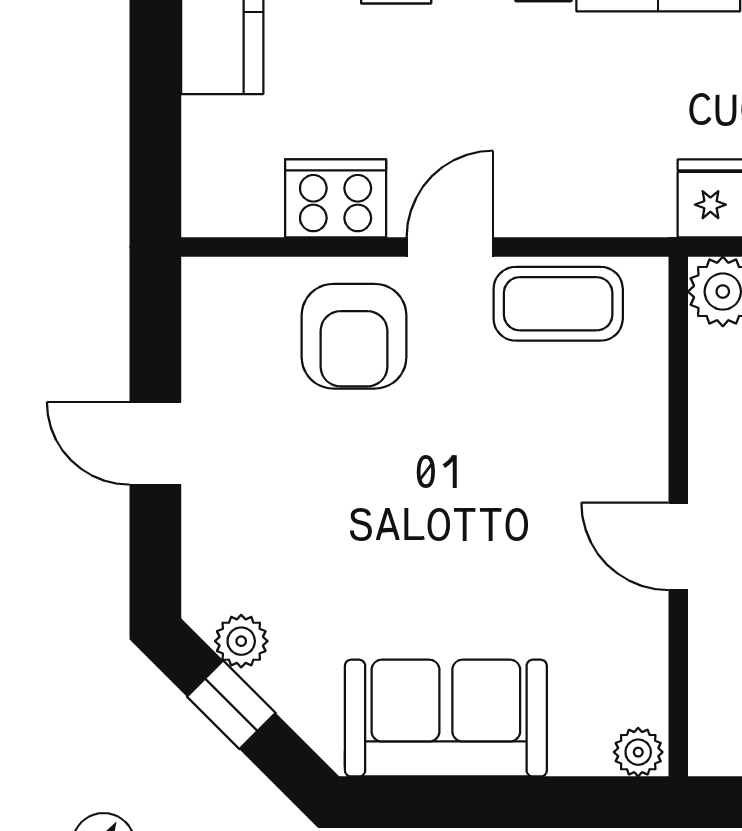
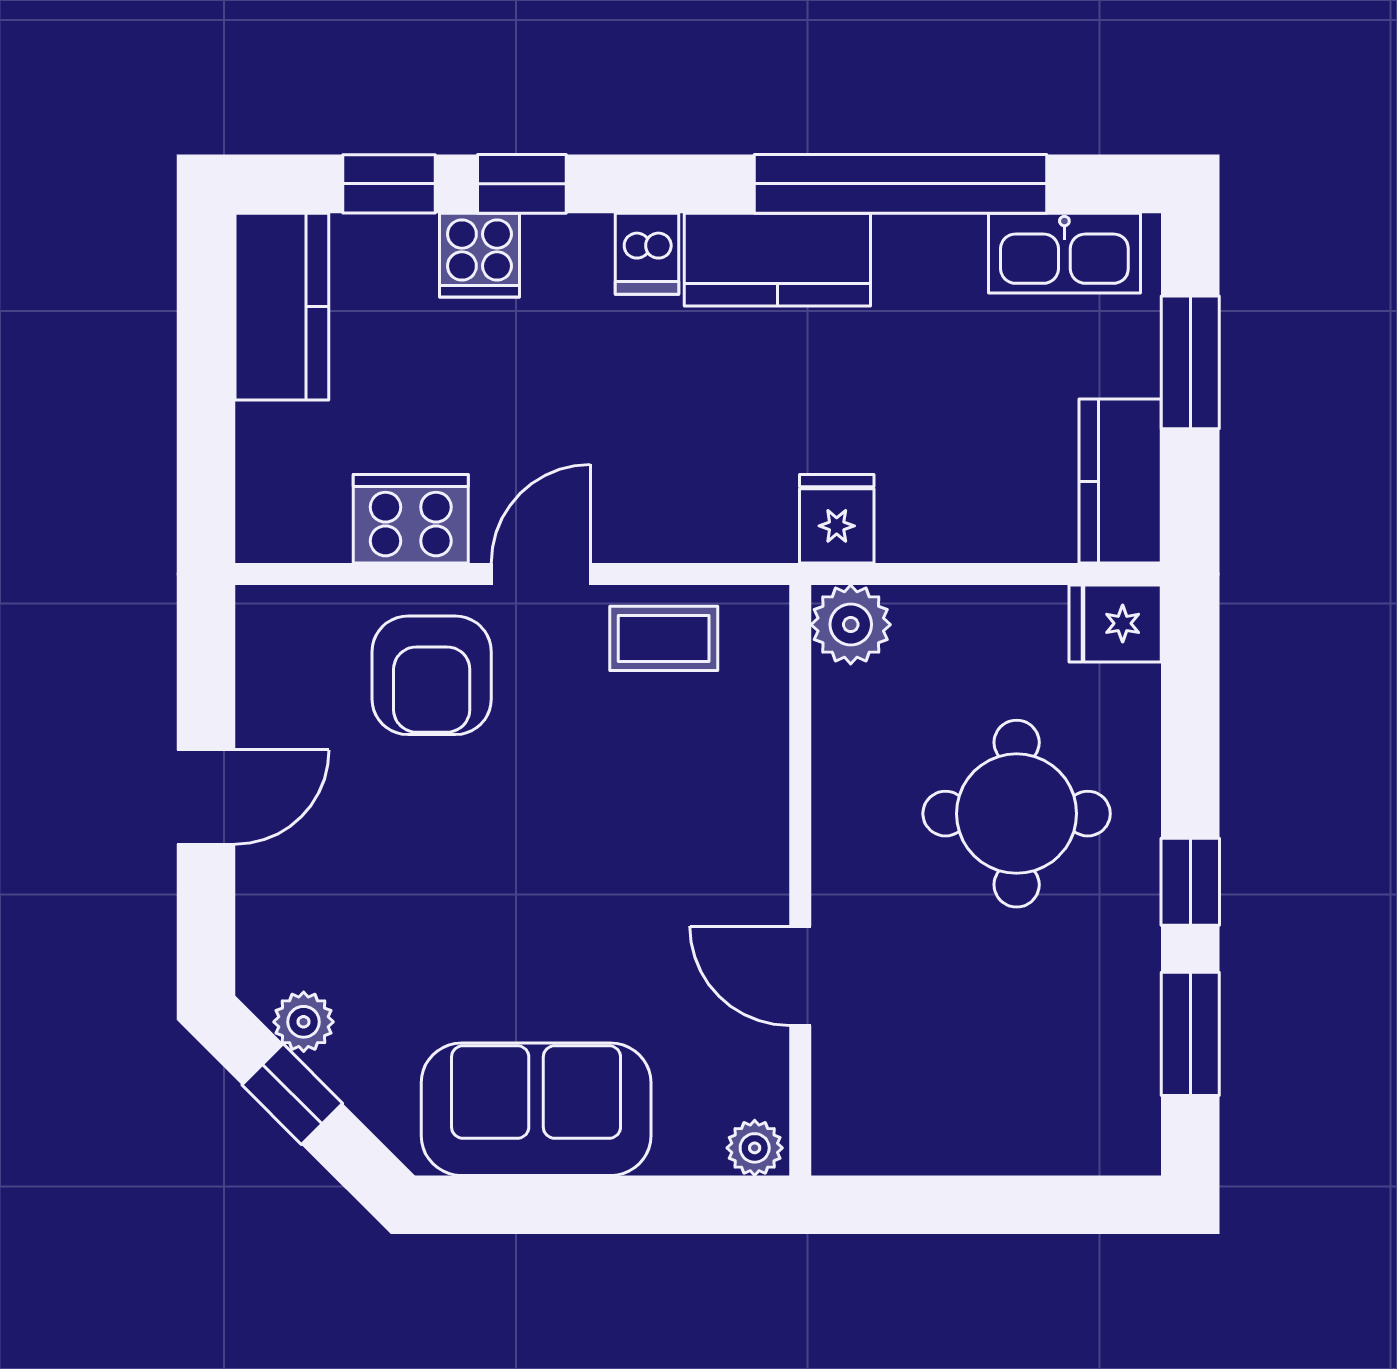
coffee table: (558, 304) -> (664, 638), width x0.73, depth x0.77
door: (155, 443) -> (206, 797), swing flipped
door: (678, 546) -> (800, 976), moved

